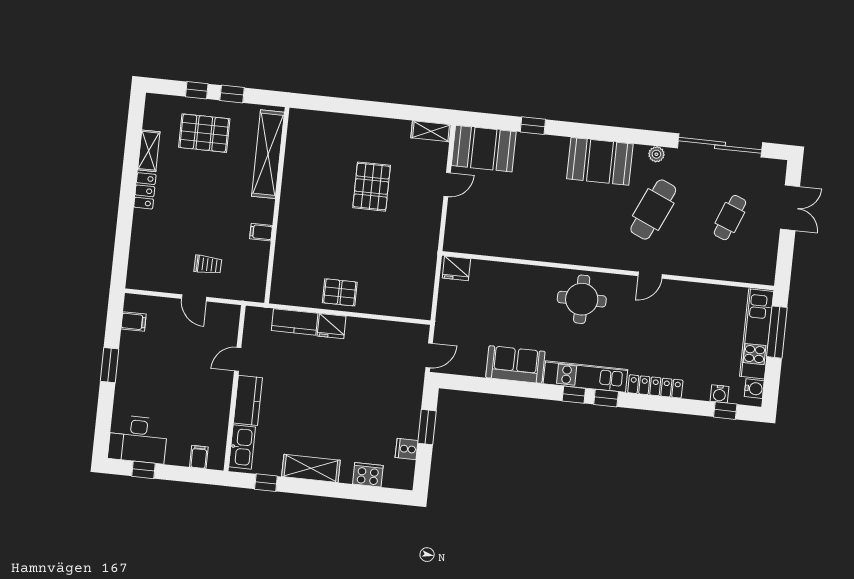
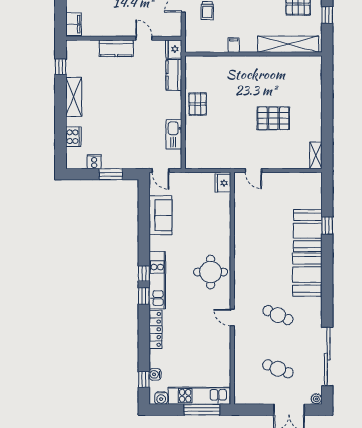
booth: (484, 149) -> (308, 231), moved
plant: (656, 154) -> (316, 399), moved
door: (447, 184) -> (253, 170), moved
cafe table: (653, 210) -> (278, 315), width x0.73, depth x0.74
fridge: (332, 326) -> (174, 49), moved
sofa: (515, 365) -> (160, 215), moved
kitchen sink: (242, 447) -> (174, 134), moved, turned 90
filing cabinet: (199, 457) -> (73, 24), width x2.00

